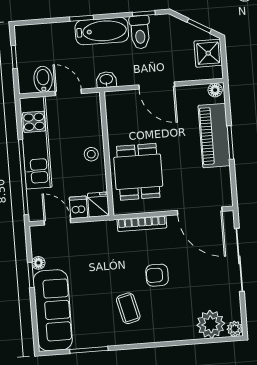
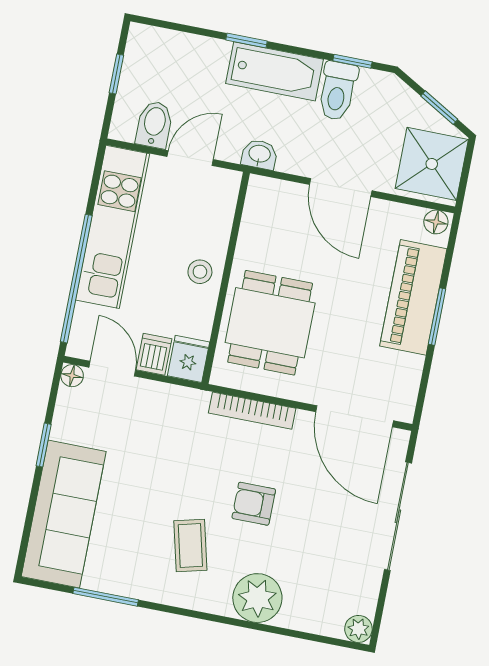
shower: (208, 53) -> (432, 164), width x1.36, depth x1.36
door: (68, 92) -> (190, 158), hinge flipped
floor lamp: (38, 263) -> (72, 376), moved
plant: (211, 324) -> (257, 598), moved

